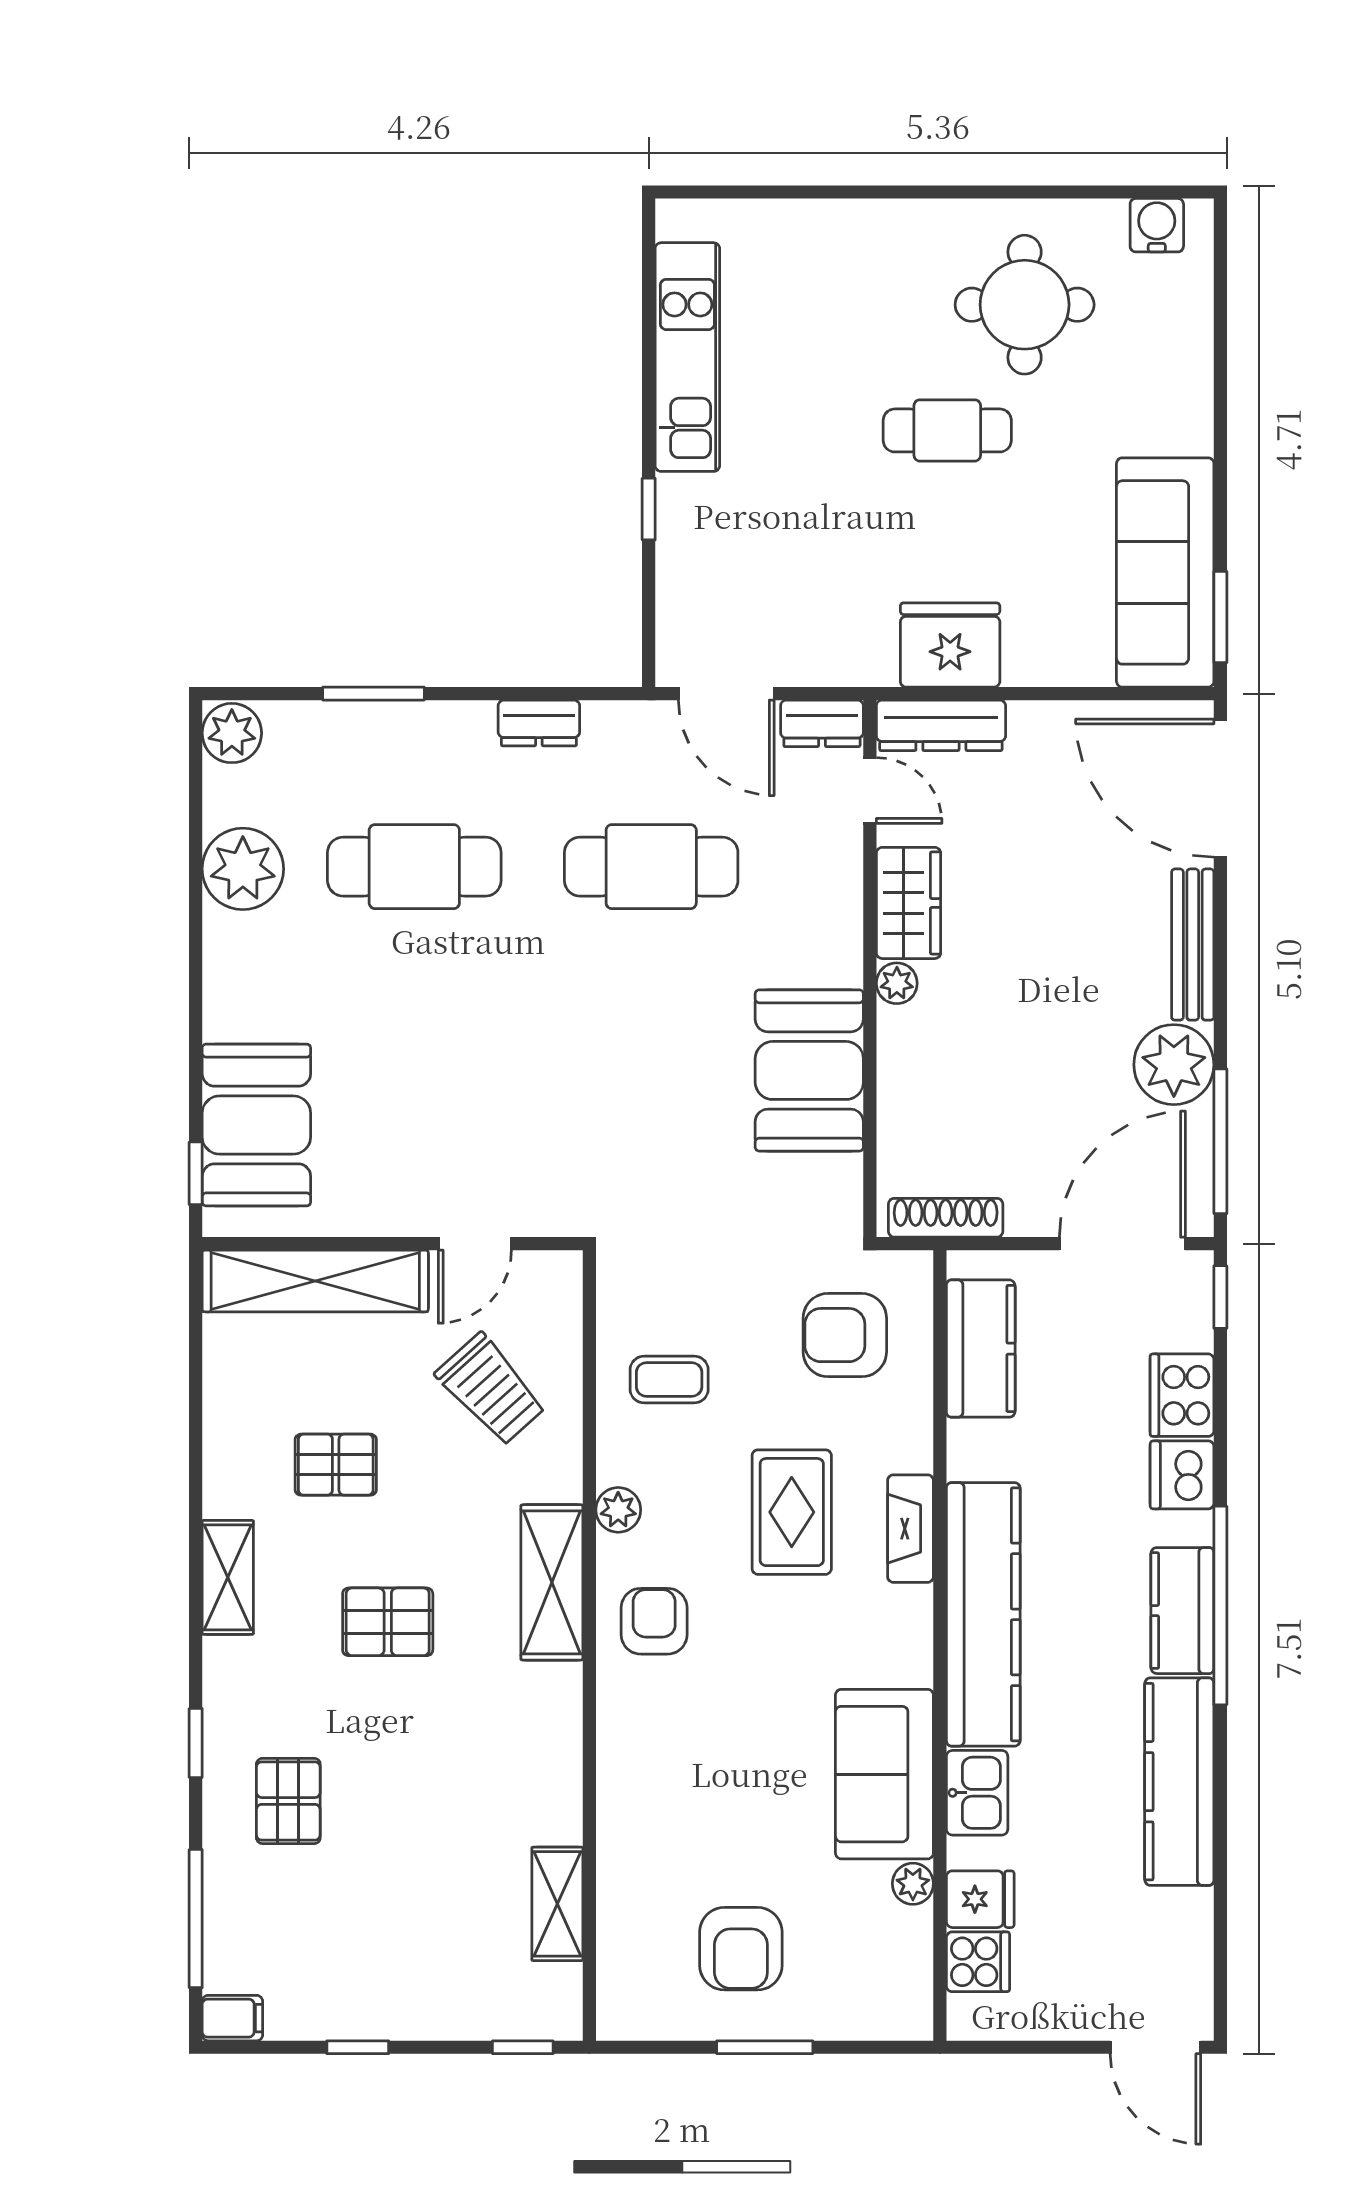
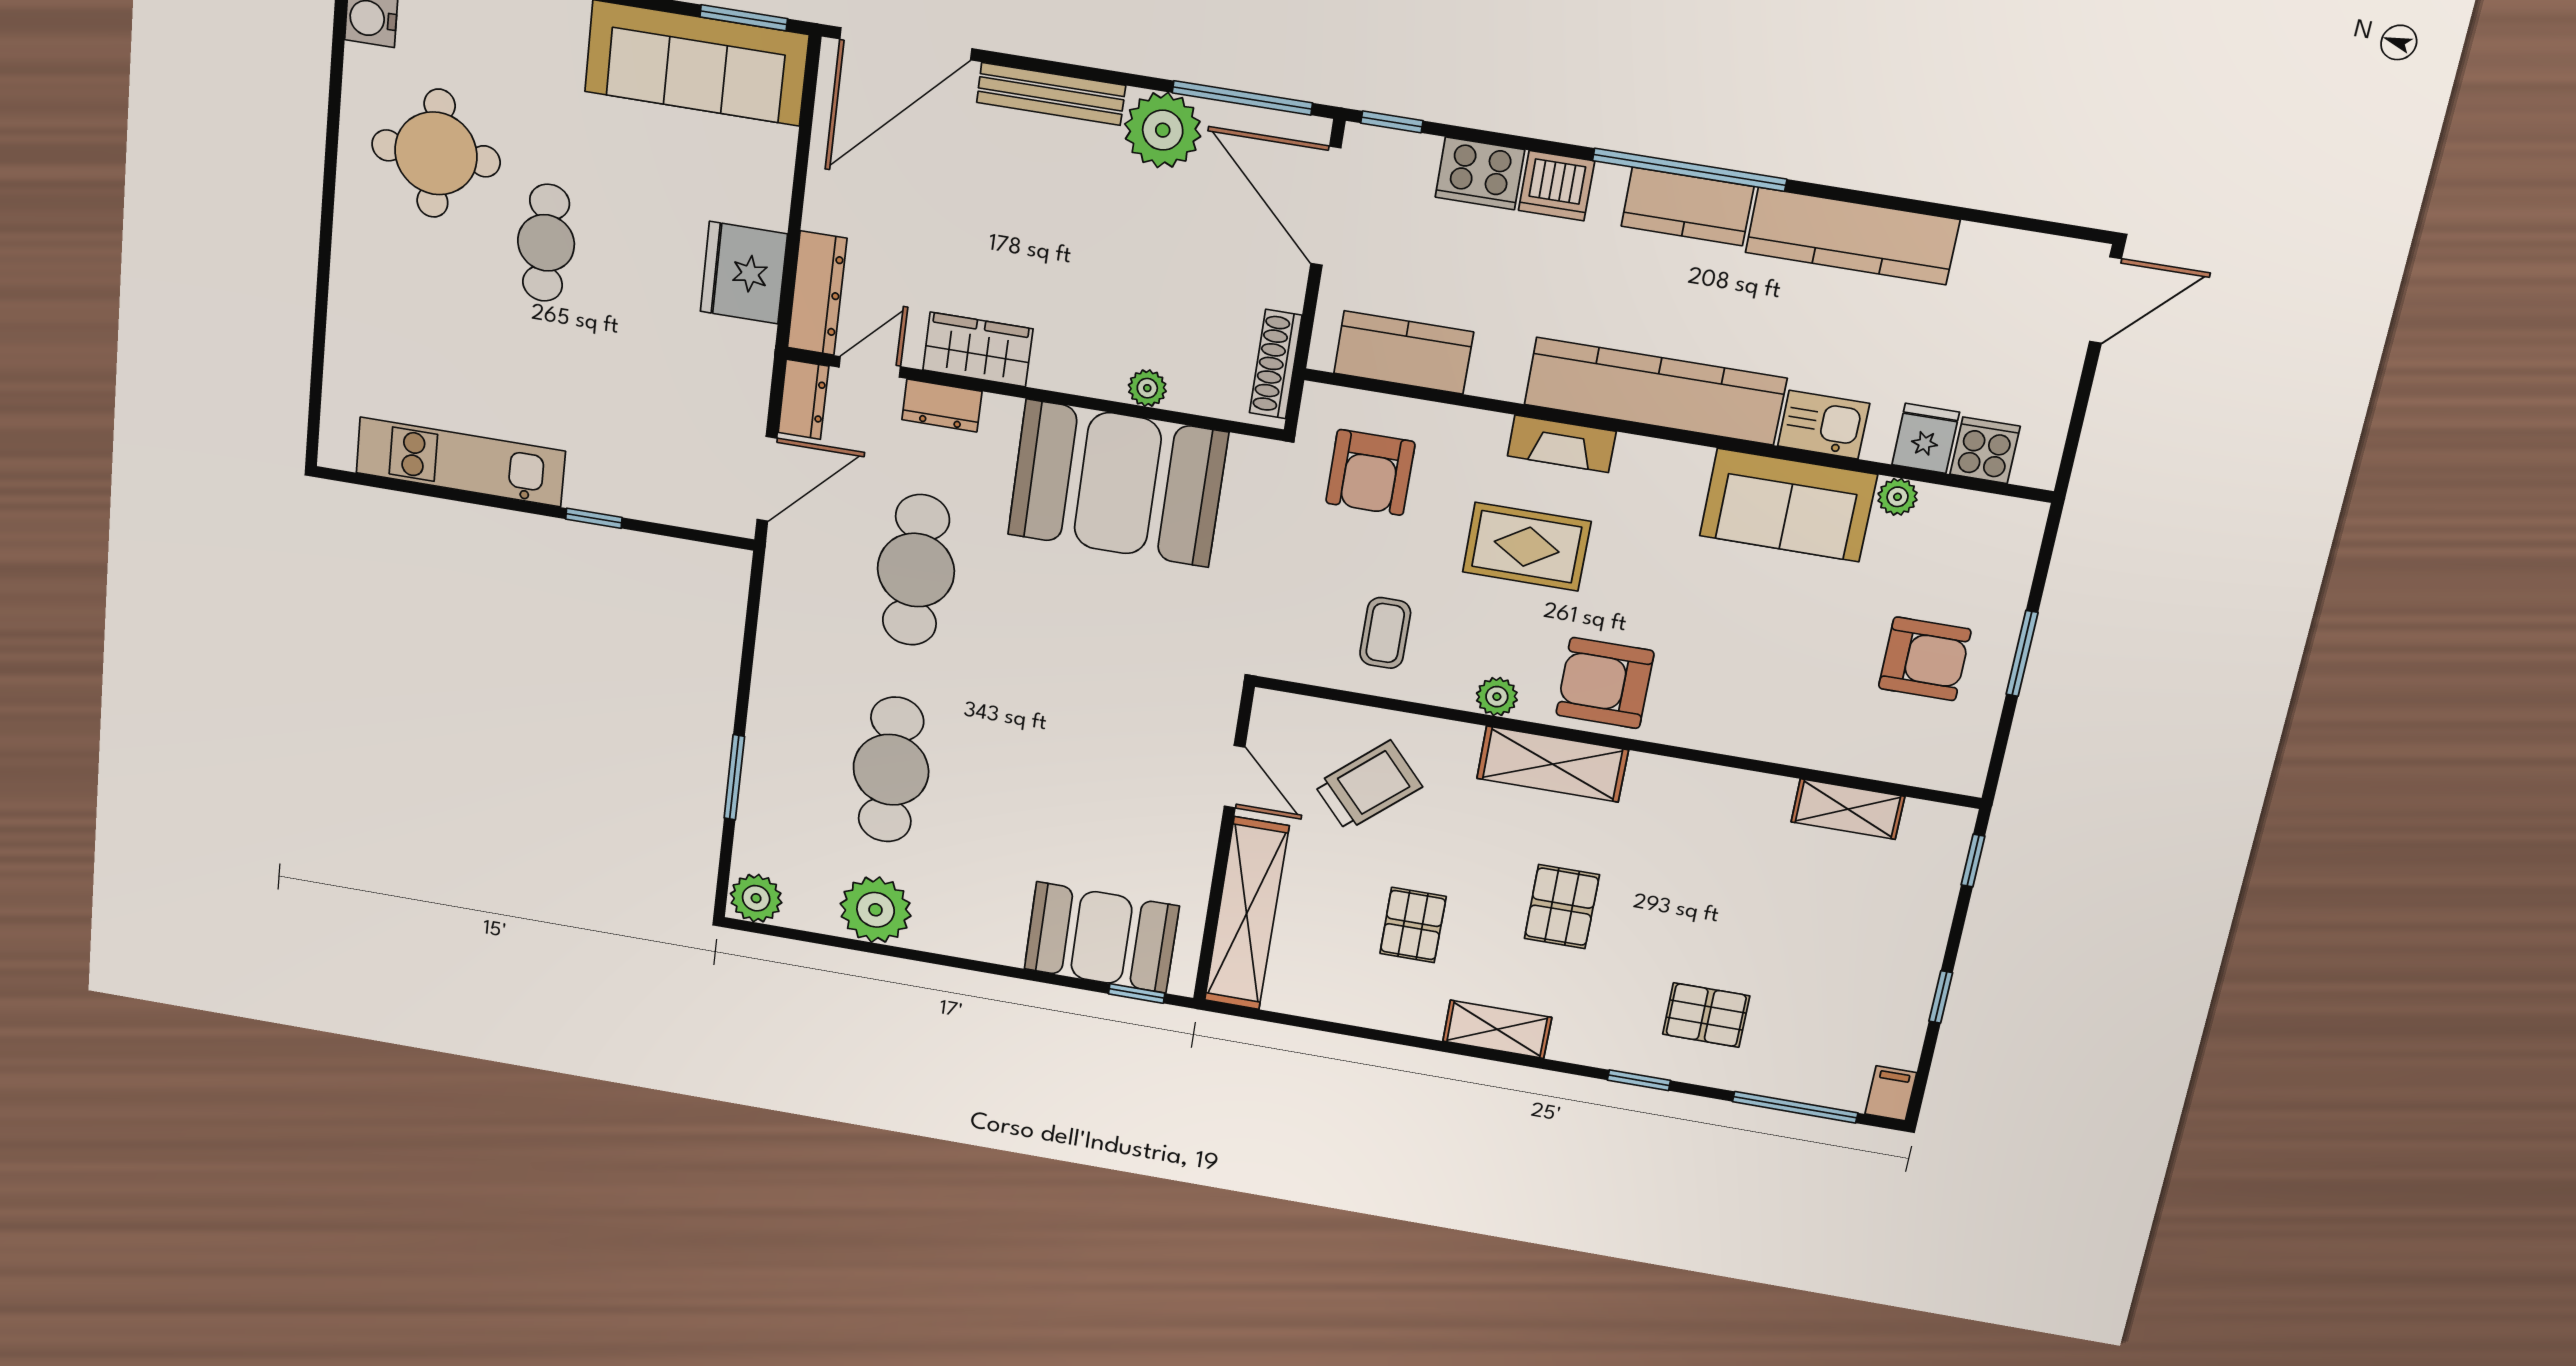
dresser: (539, 723) -> (942, 406), moved, turned 90
plant: (897, 983) -> (1147, 388), moved
booth: (809, 1070) -> (1118, 484), width x1.36, depth x1.42
armchair: (654, 1621) -> (1605, 683), width x1.38, depth x1.38

